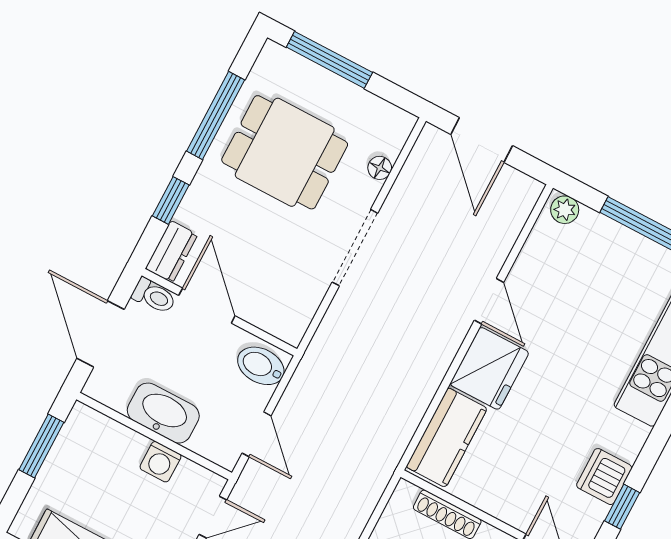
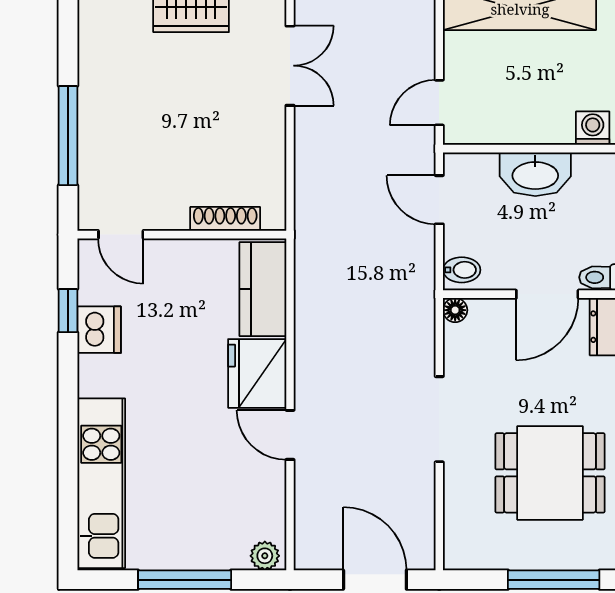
floor lamp: (380, 168) -> (455, 310), moved
door: (207, 306) -> (547, 294), hinge flipped
bidet: (261, 366) -> (462, 270), width x0.72, depth x0.74
washing machine: (160, 462) -> (593, 128), moved

